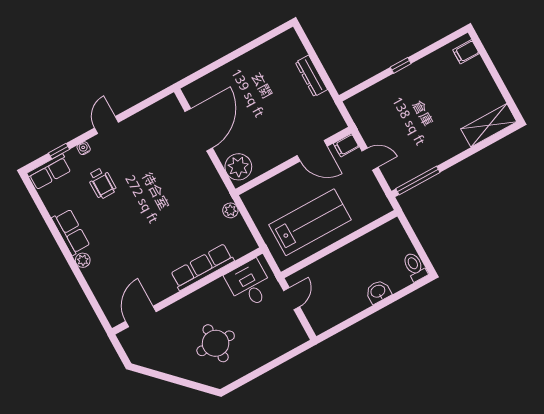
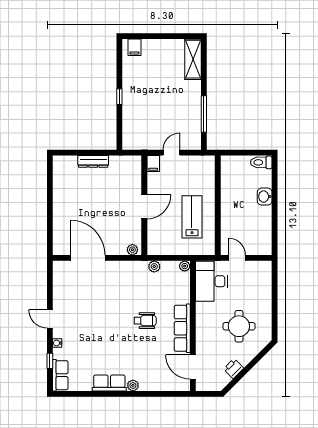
door: (312, 151) -> (144, 207), moved
plant: (238, 167) -> (132, 250), width x0.53, depth x0.53
window: (418, 180) -> (204, 114), moved
wheelchair: (102, 183) -> (145, 321), moved
lab bench: (310, 222) -> (192, 217), width x0.73, depth x0.72
plant: (250, 245) -> (185, 266), added
row of seats: (202, 267) -> (182, 328), moved
desk: (249, 284) -> (211, 281), width x1.37
printer: (164, 363) -> (234, 369), added

